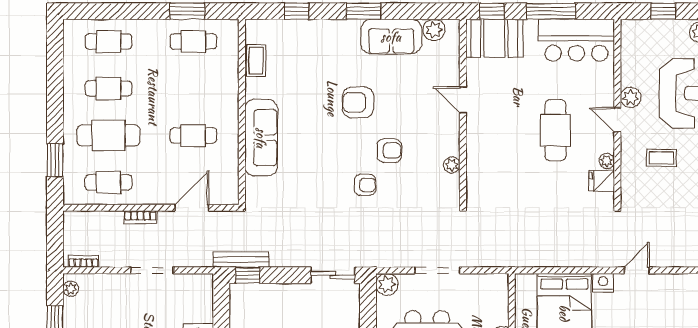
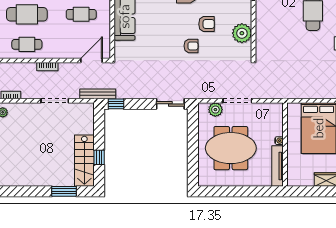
plant: (452, 165) -> (242, 33), width x1.88, depth x1.88
door: (192, 208) -> (92, 61), moved
bench: (241, 260) -> (98, 94), moved
plant: (387, 284) -> (215, 110), moved

